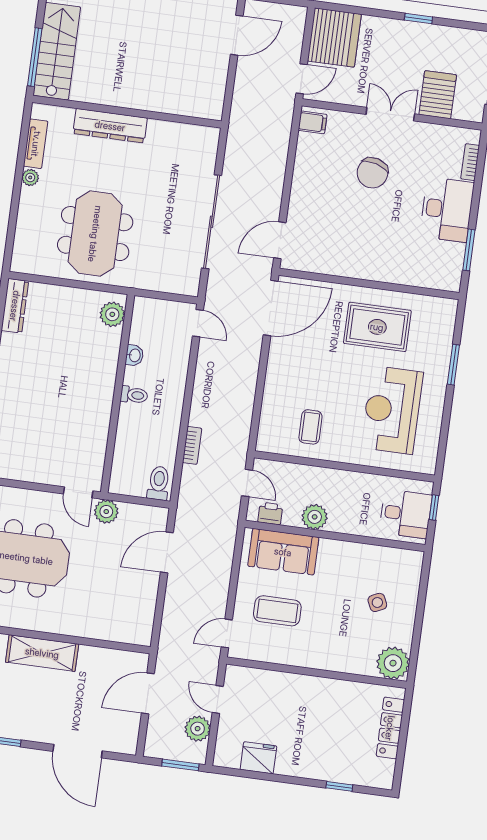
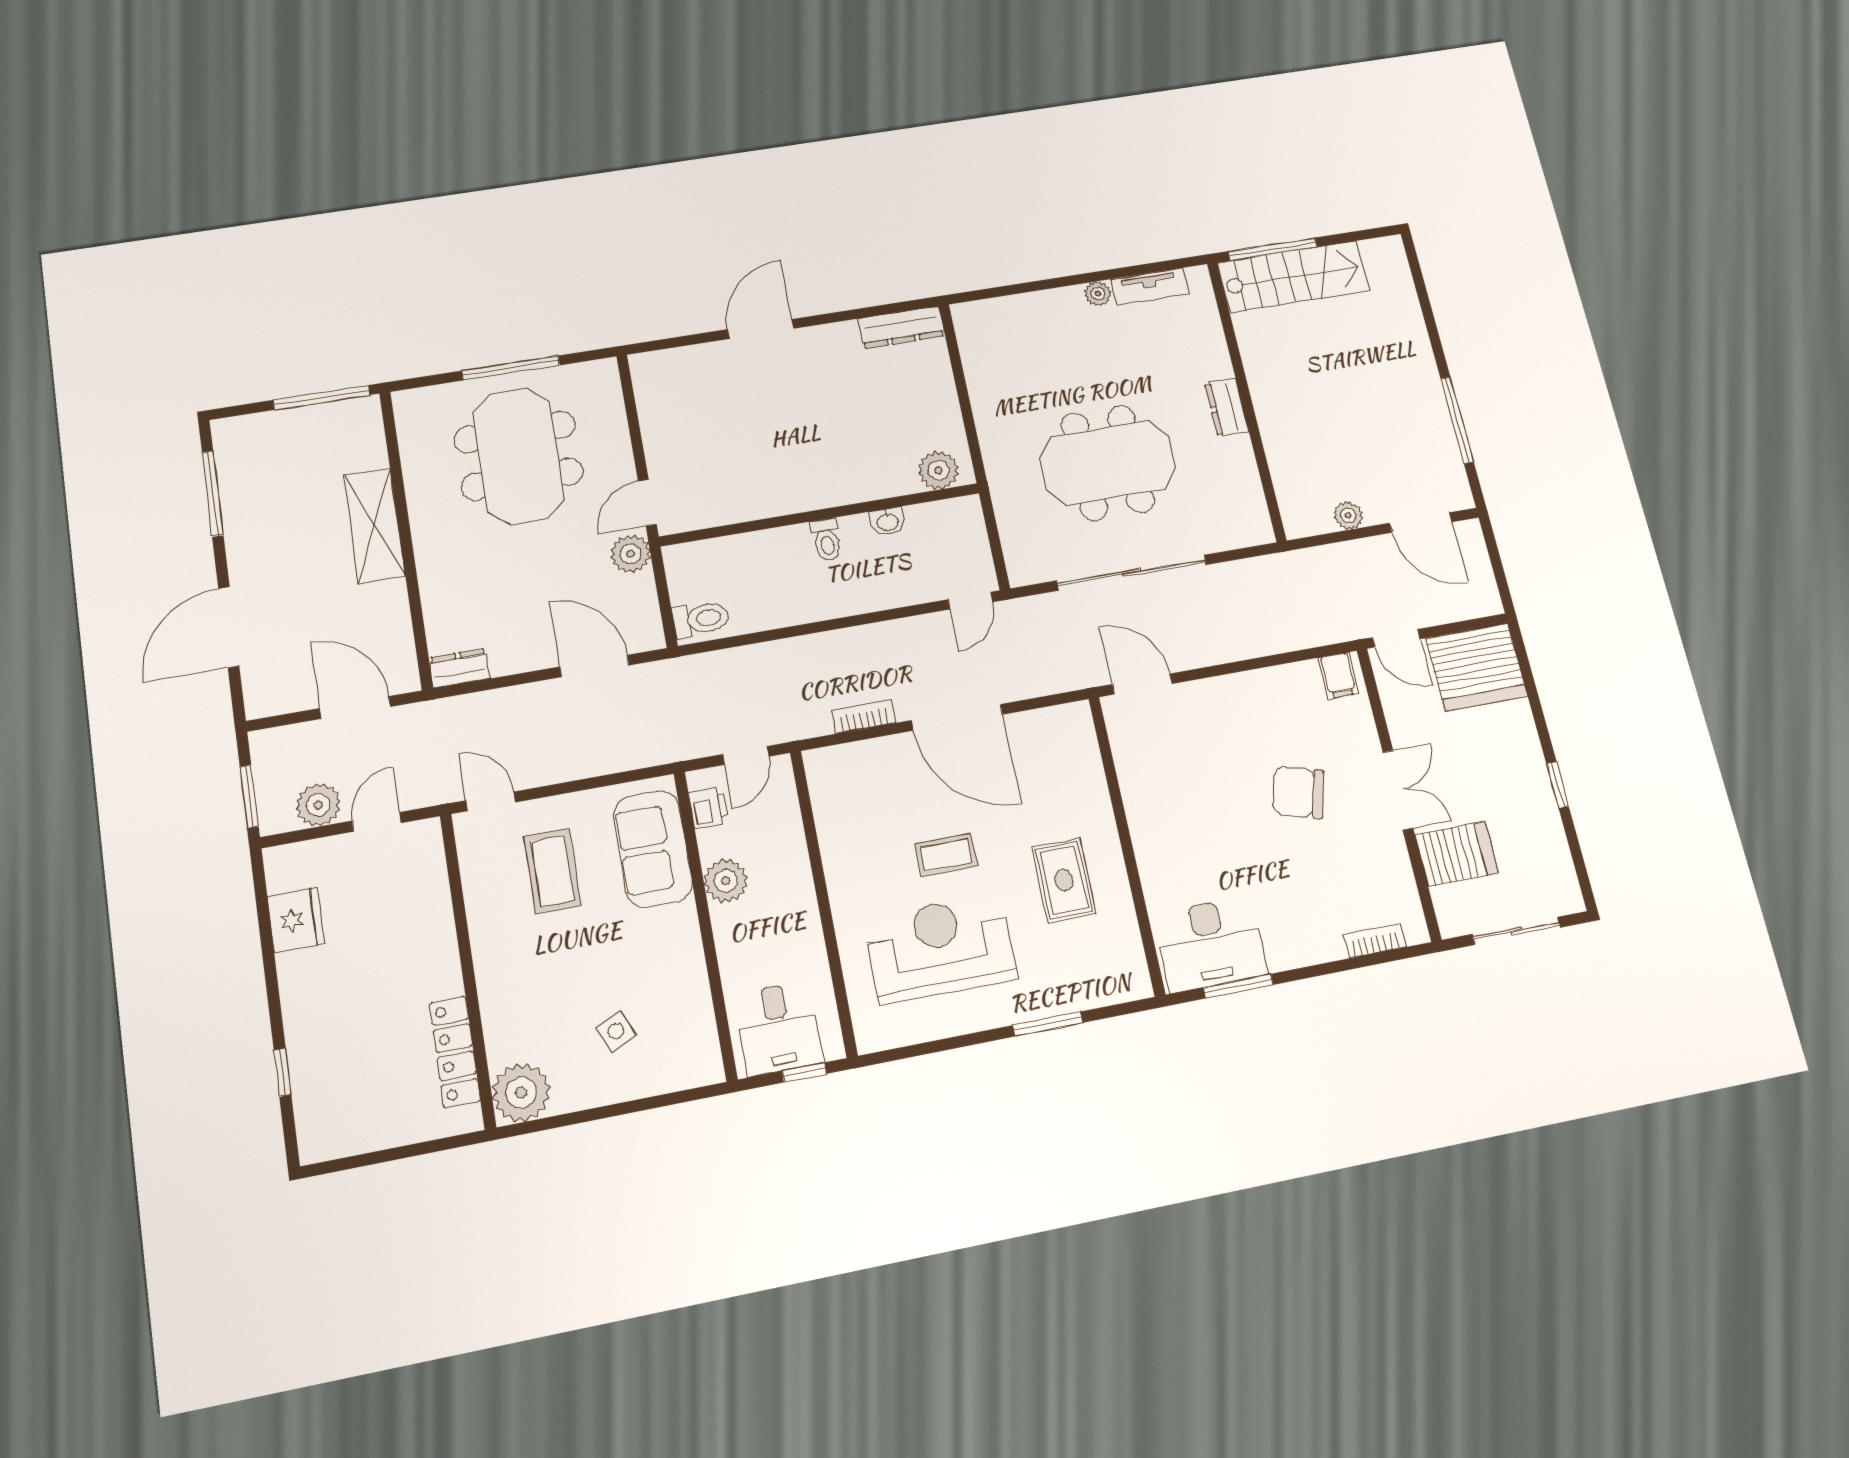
plant: (218, 78) -> (1348, 515), added
dresser: (110, 126) -> (1227, 408), width x0.51, depth x0.80
desk: (447, 210) -> (1210, 944), moved
meeting table: (95, 234) -> (1108, 463), moved
door: (271, 308) -> (957, 717), moved
rug: (377, 327) -> (1064, 880), width x0.73, depth x0.70
coffee table: (310, 427) -> (946, 855), moved
bookcase: (192, 445) -> (864, 717), moved, turned 180
dresser: (144, 629) -> (459, 668), added
locker: (390, 728) -> (455, 1052), moved, turned -90

